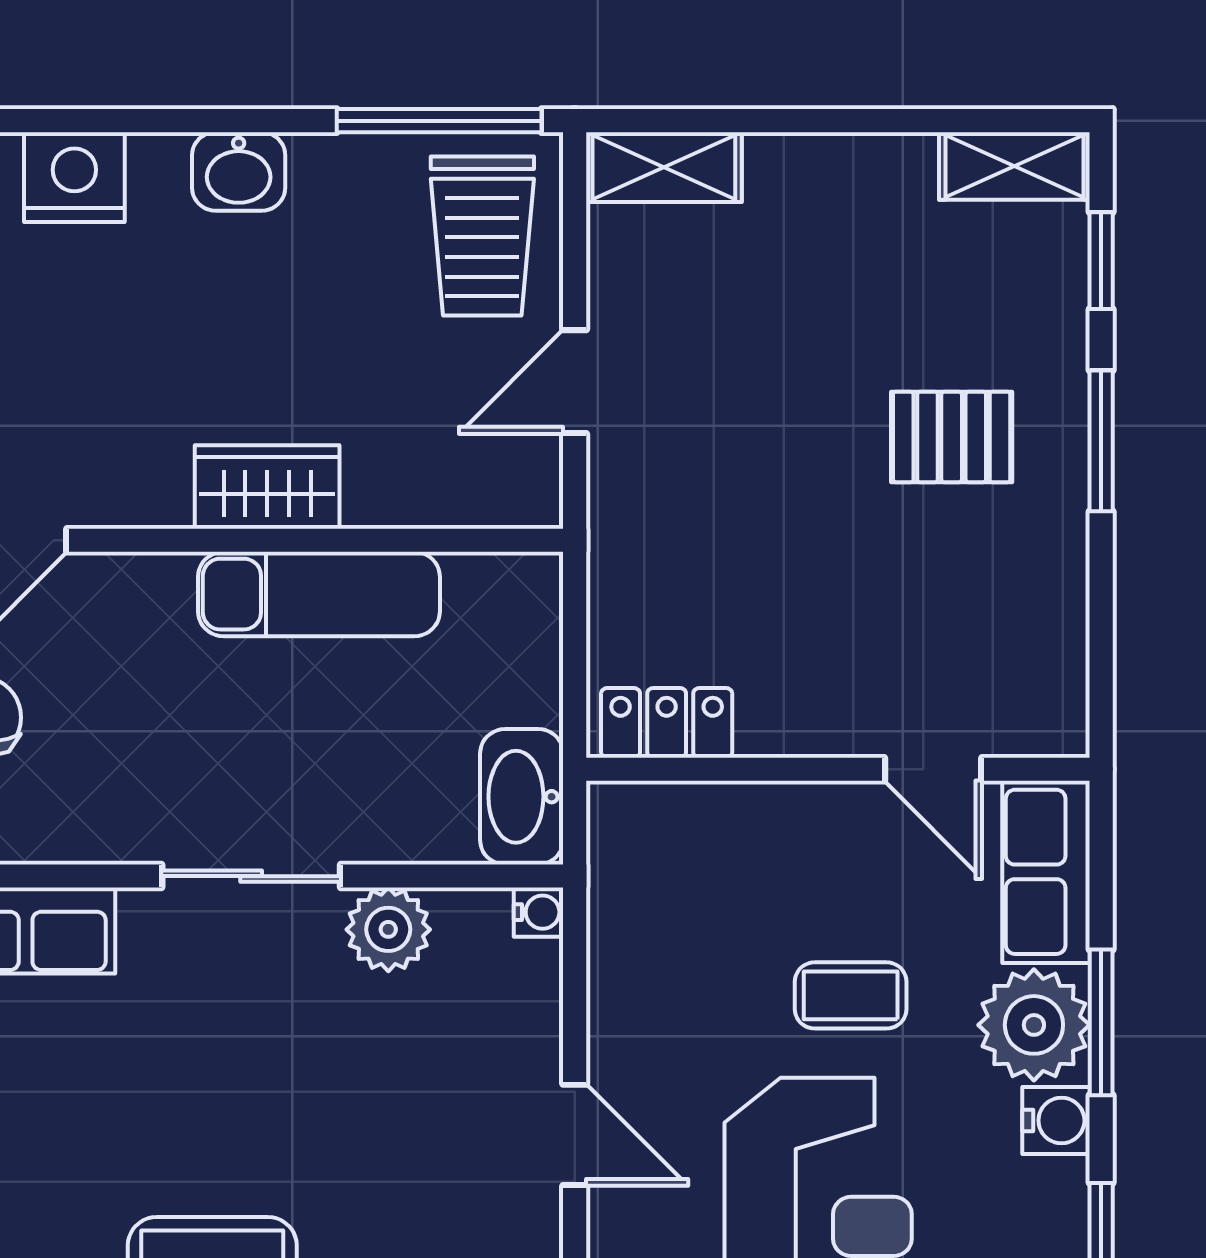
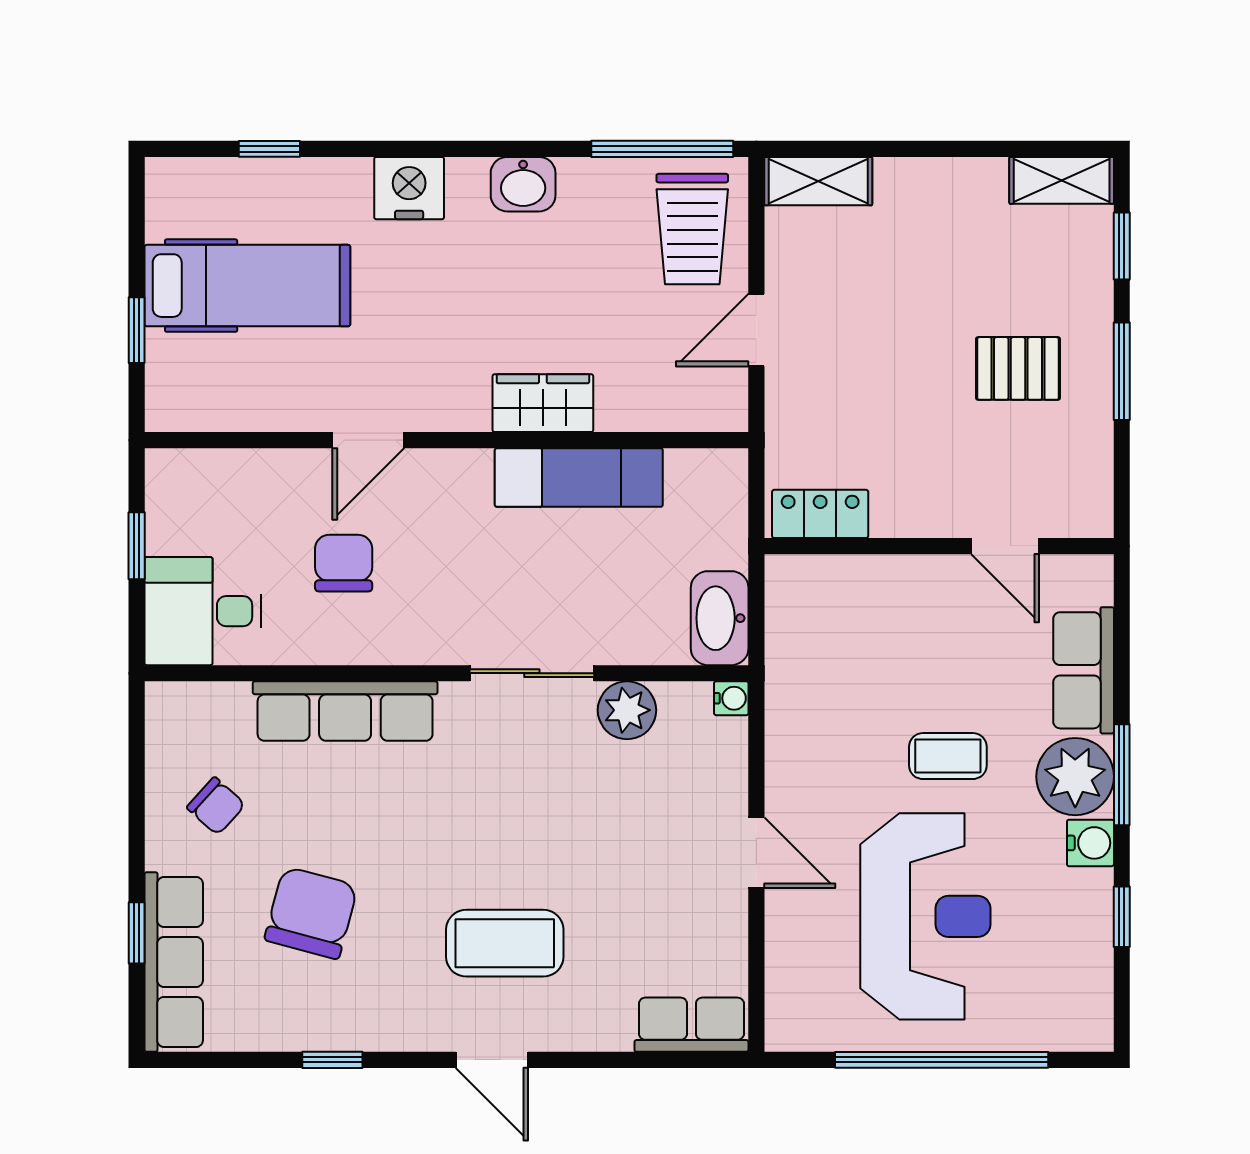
locker: (667, 723) -> (820, 514), moved
wall: (838, 769) -> (939, 546), moved
door: (933, 769) -> (1005, 546), moved

